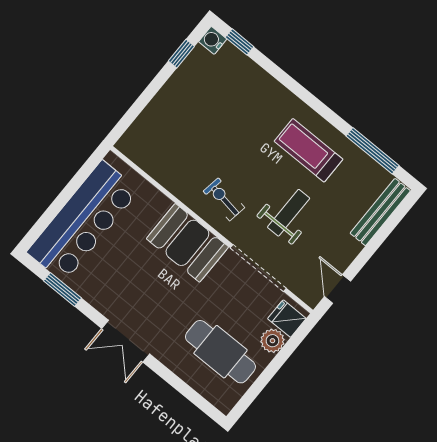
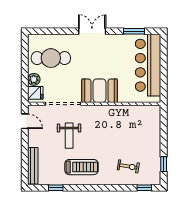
water cooler: (213, 40) -> (155, 180), removed
window: (372, 151) -> (56, 188), width x0.46
exercise bike: (224, 199) -> (128, 166), moved

